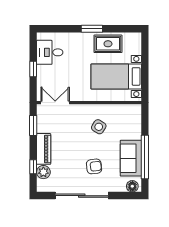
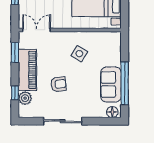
piano: (44, 149) -> (27, 70), width x1.37, depth x1.33
armchair: (94, 166) -> (58, 84), moved
sliding door: (82, 196) -> (63, 121), width x0.73

